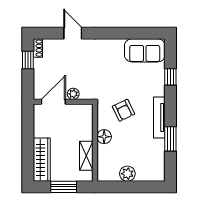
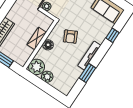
shelving: (86, 156) -> (37, 38), moved
plant: (108, 171) -> (37, 67), added

